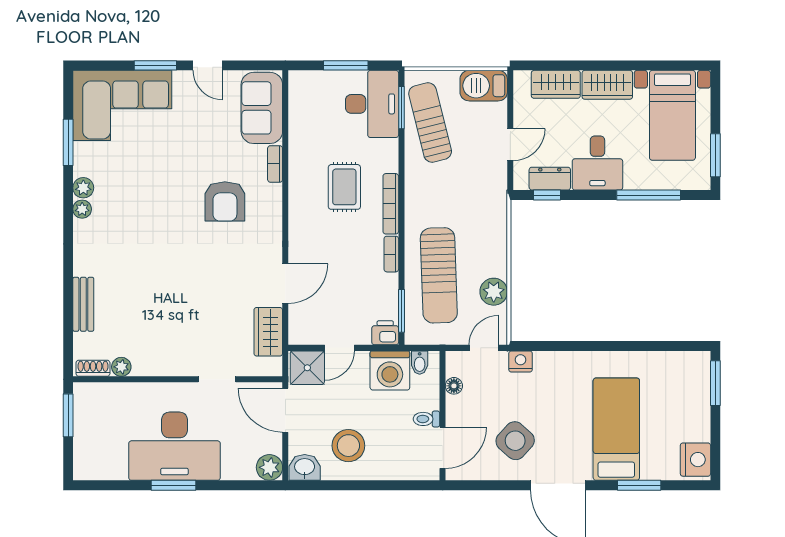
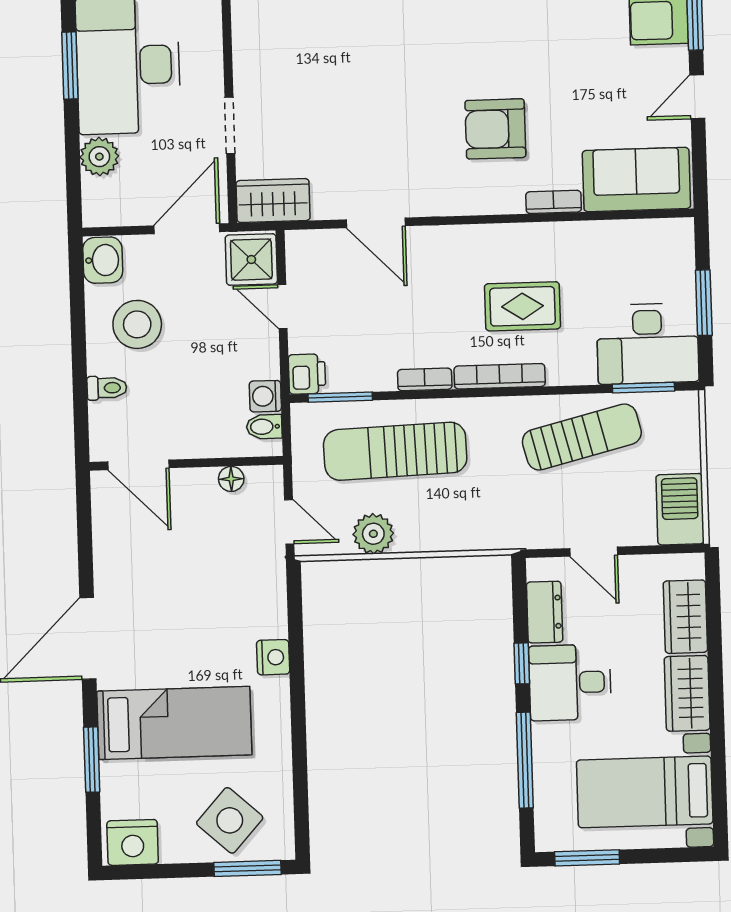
sun lounger: (430, 123) -> (582, 437), moved
window: (547, 195) -> (522, 663), moved
wardrobe: (268, 332) -> (273, 201), moved
nightstand: (521, 361) -> (273, 657), moved
washing machine: (390, 370) -> (265, 396), width x0.53, depth x0.53
toilet: (427, 419) -> (107, 388), moved, turned 90
side table: (515, 441) -> (230, 820), moved
plant: (269, 467) -> (99, 157), moved

